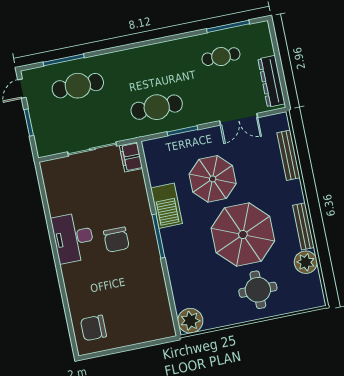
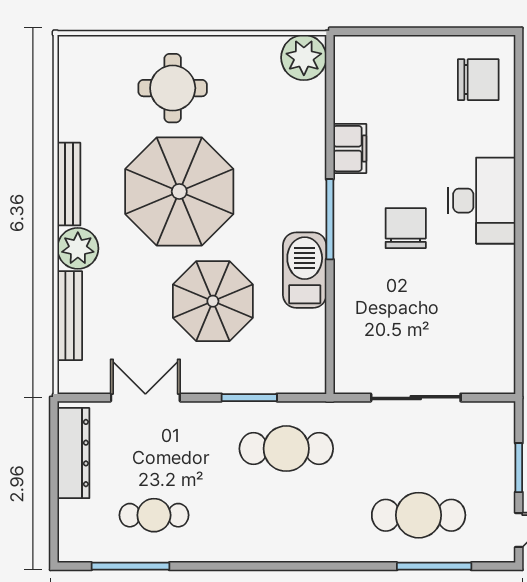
filing cabinet: (131, 157) -> (350, 149), moved
desk: (73, 238) -> (481, 201), moved
plant: (306, 262) -> (78, 248), moved

